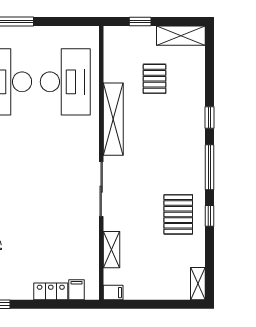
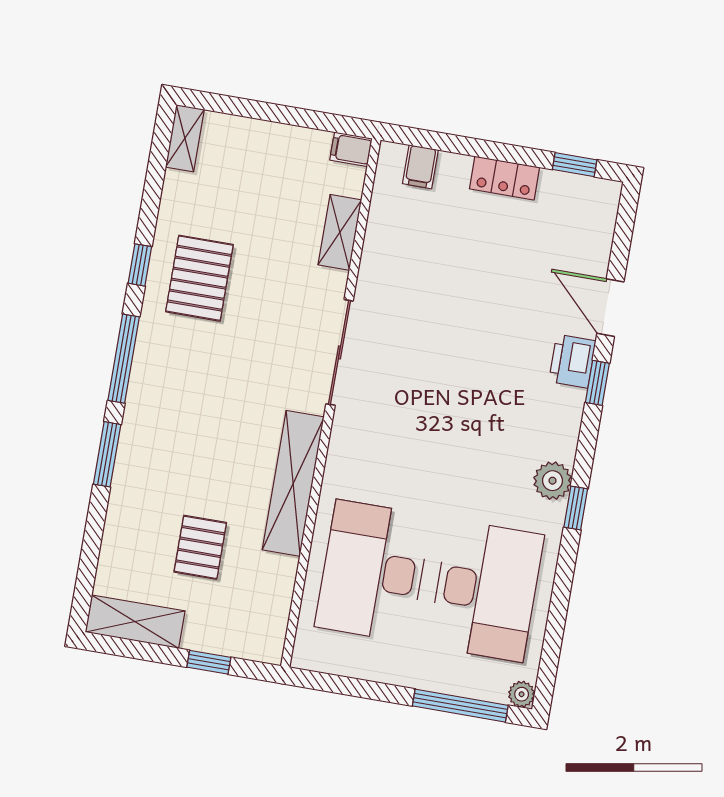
window: (210, 118) -> (107, 454), width x1.50
locker: (51, 291) -> (505, 178), moved

